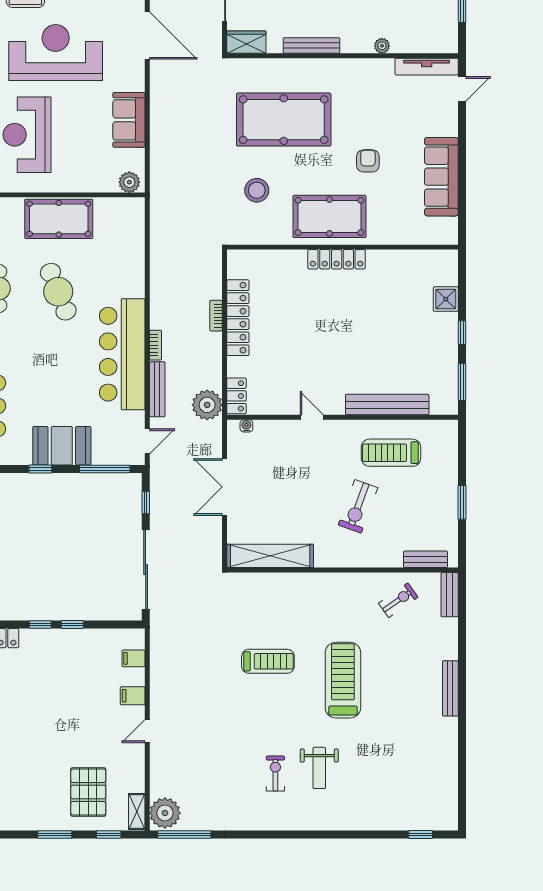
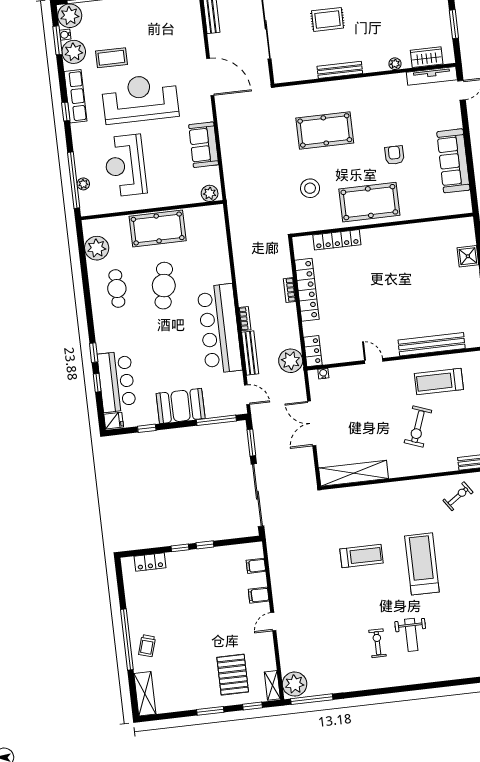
wardrobe: (246, 42) -> (427, 57), moved
pool table: (284, 120) -> (325, 130), width x0.73, depth x0.76
locker: (337, 259) -> (337, 240), moved
cafe table: (58, 292) -> (164, 286), turned 31
door: (147, 441) -> (247, 395), hinge flipped
window: (40, 469) -> (147, 428), moved
window: (146, 502) -> (251, 443), width x1.50

